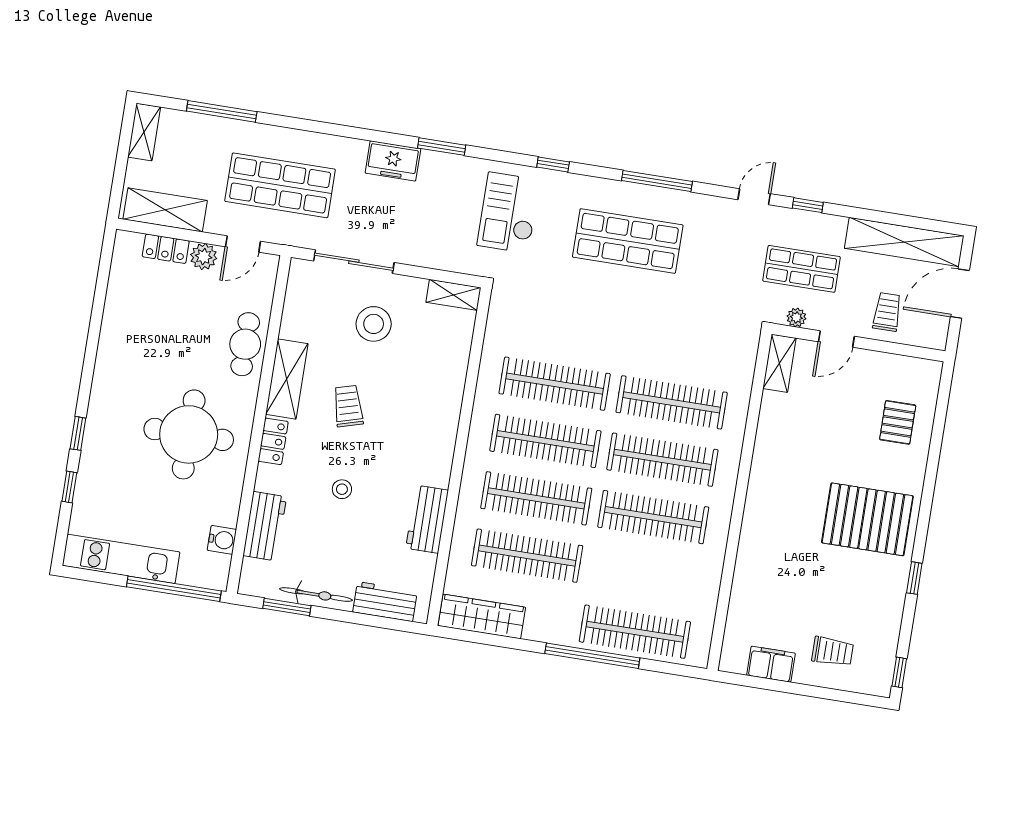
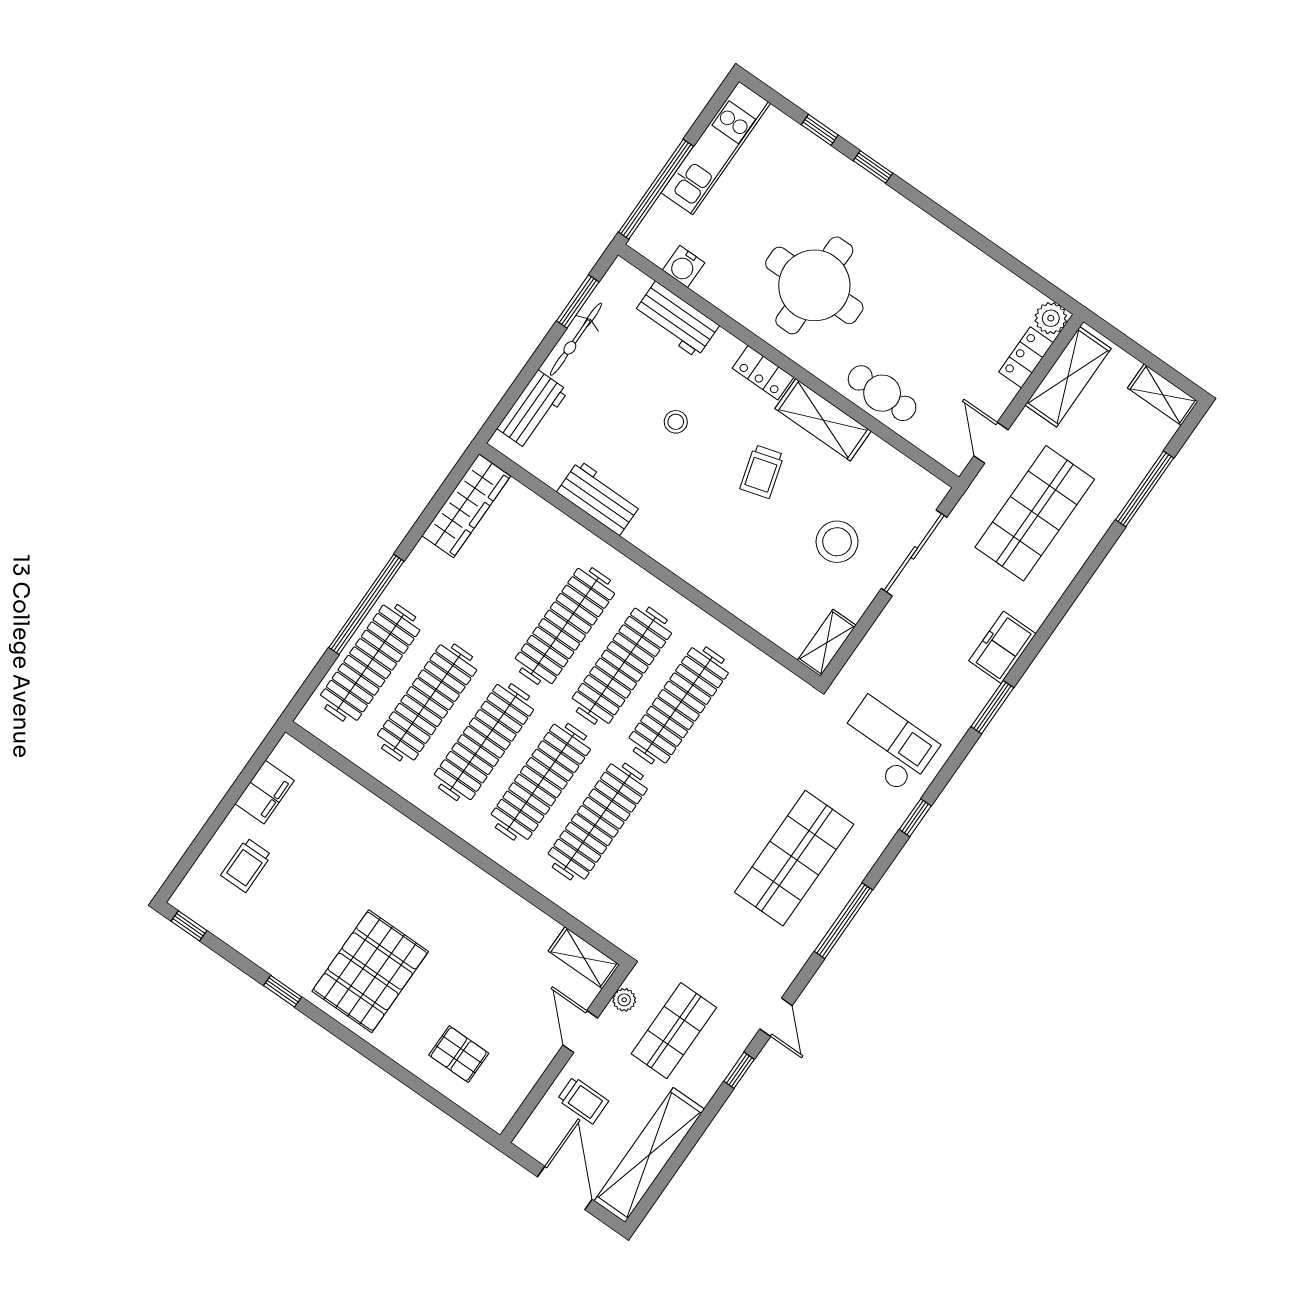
plant: (204, 257) -> (1051, 318), moved
trolley: (348, 406) -> (762, 472), turned 90
clothes rail: (527, 556) -> (427, 702), moved

